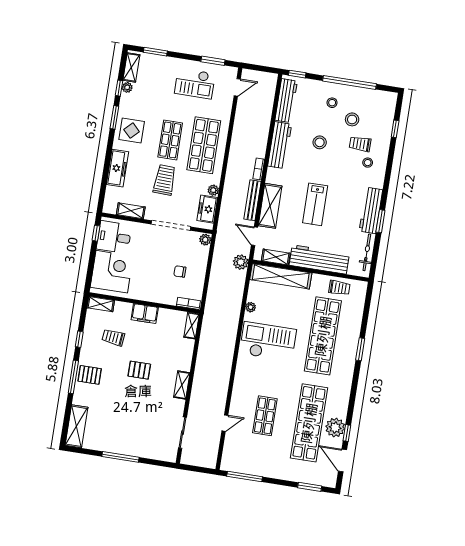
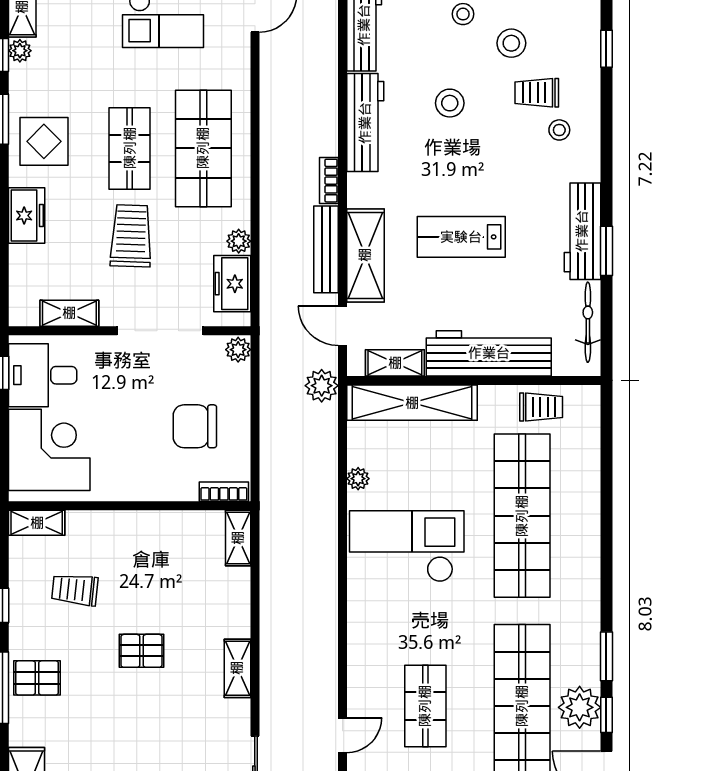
freezer: (118, 168) -> (27, 216), width x0.71
lab bench: (315, 204) -> (461, 237), turned 90
chair: (180, 271) -> (195, 426), width x1.87, depth x1.87
filing cabinet: (145, 314) -> (134, 528), removed
window: (360, 349) -> (606, 656), moved

